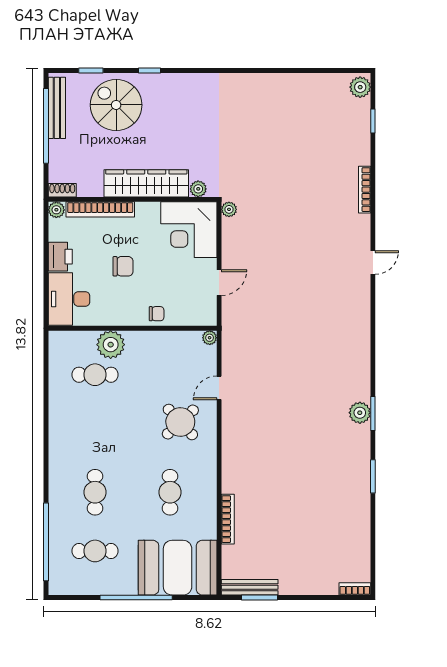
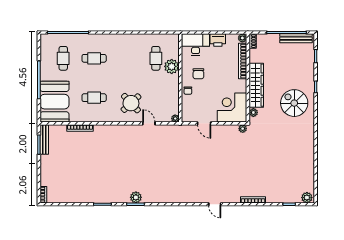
spiral stairs: (116, 105) -> (294, 103), moved, turned -90
chair: (123, 266) -> (198, 74), moved

